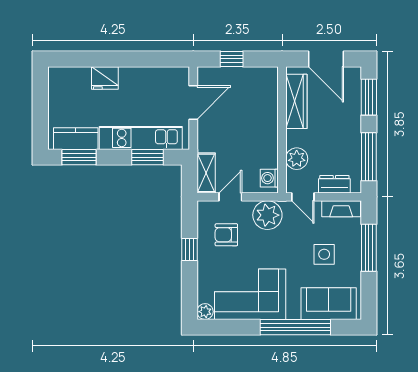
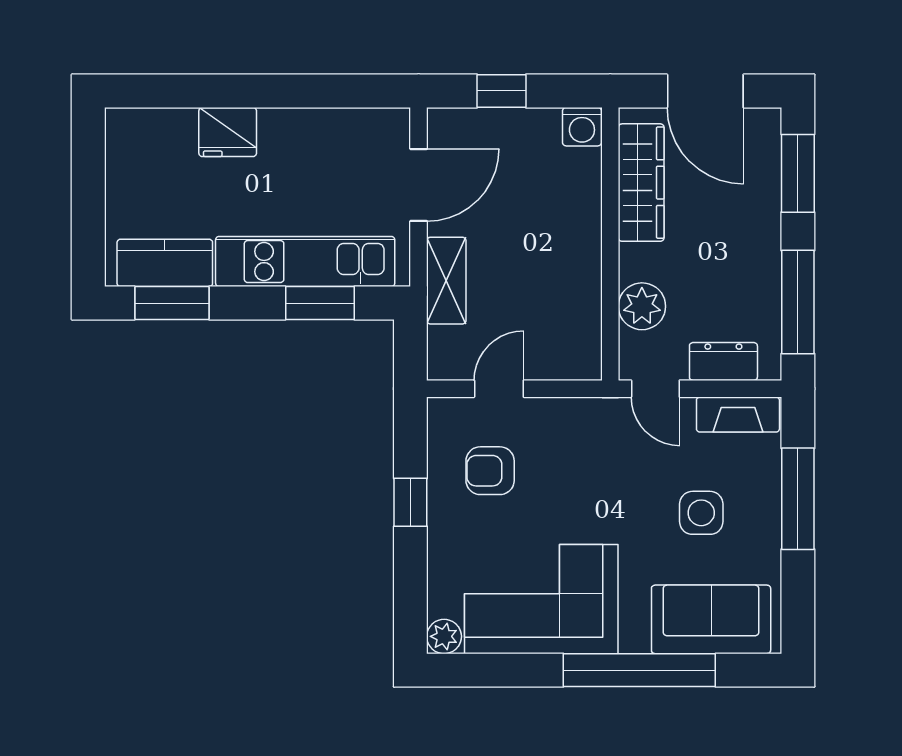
shelving: (206, 173) -> (446, 281), moved
washing machine: (269, 178) -> (582, 127), moved, turned -90
plant: (267, 215) -> (579, 428), removed

